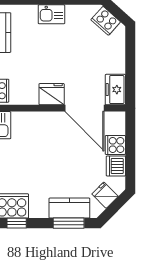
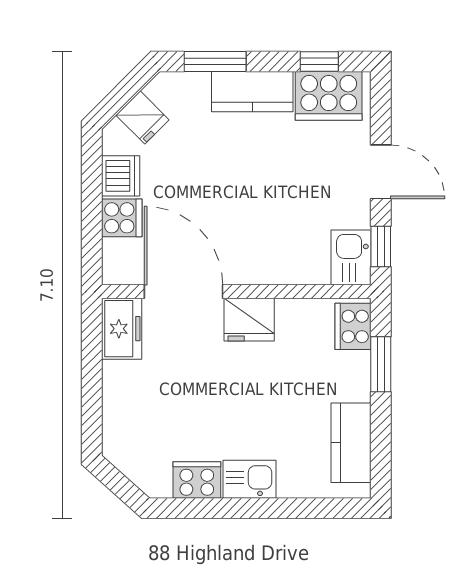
cooker: (106, 21) -> (197, 480), moved, turned -42
kitchen counter: (69, 208) -> (252, 92), moved

